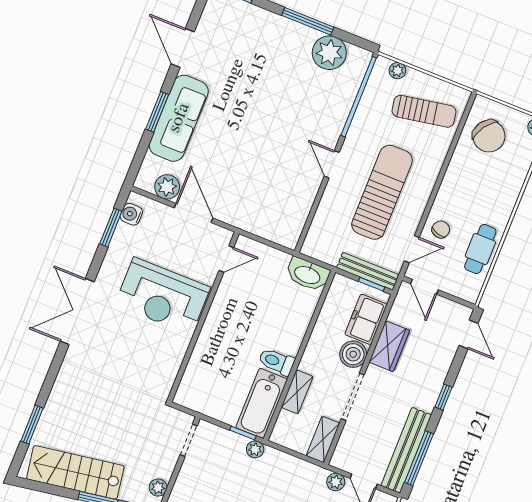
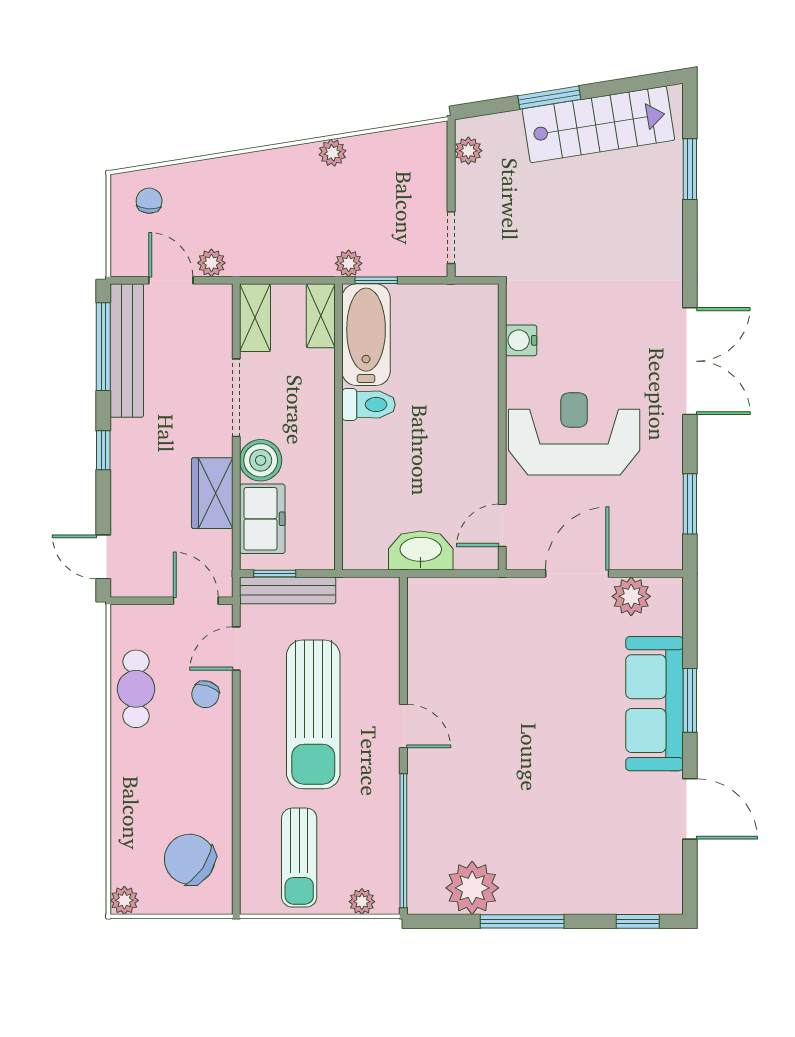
sun lounger: (424, 111) -> (299, 858), turned -80
door: (194, 213) -> (577, 574), swing flipped
water cooler: (131, 214) -> (521, 340), moved, turned 180
washbasin: (308, 274) -> (421, 550), moved
shelving: (297, 392) -> (321, 316), moved

